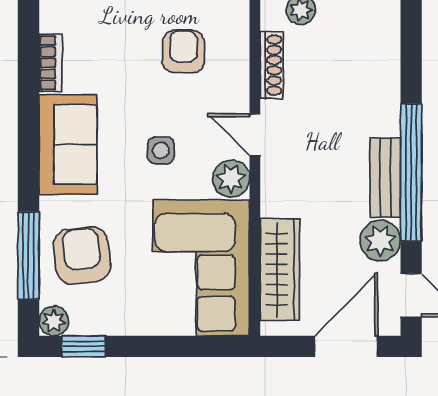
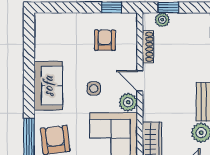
bookcase: (51, 63) -> (40, 46), removed

